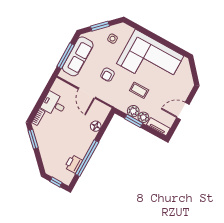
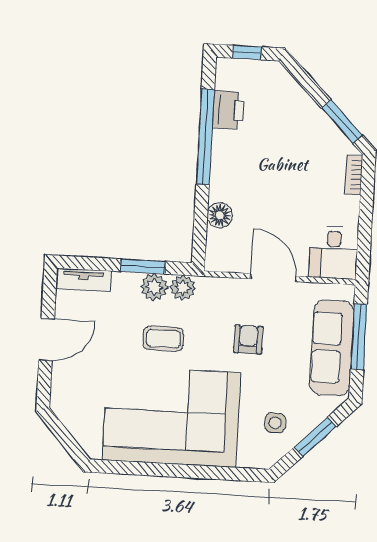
desk: (54, 104) -> (334, 253), moved, turned 90
plant: (143, 117) -> (183, 288), moved

